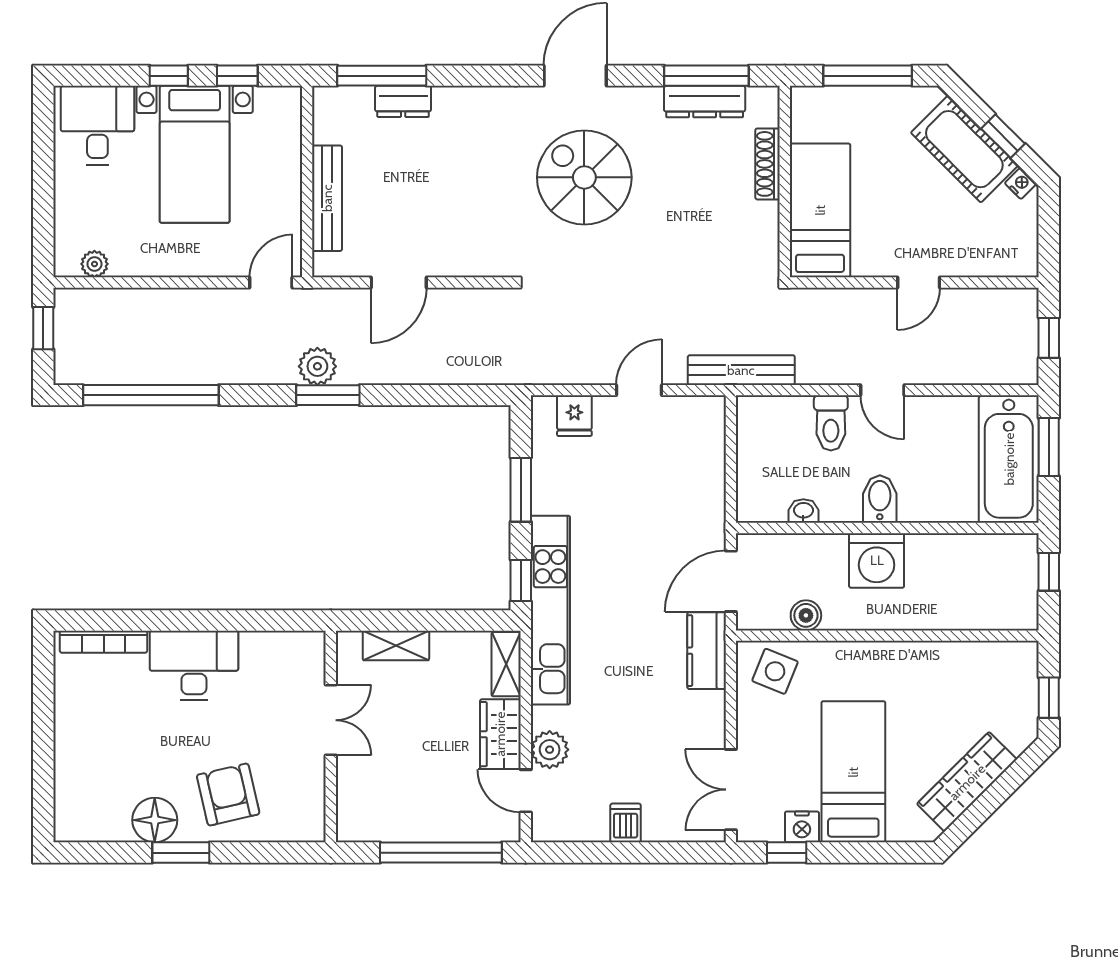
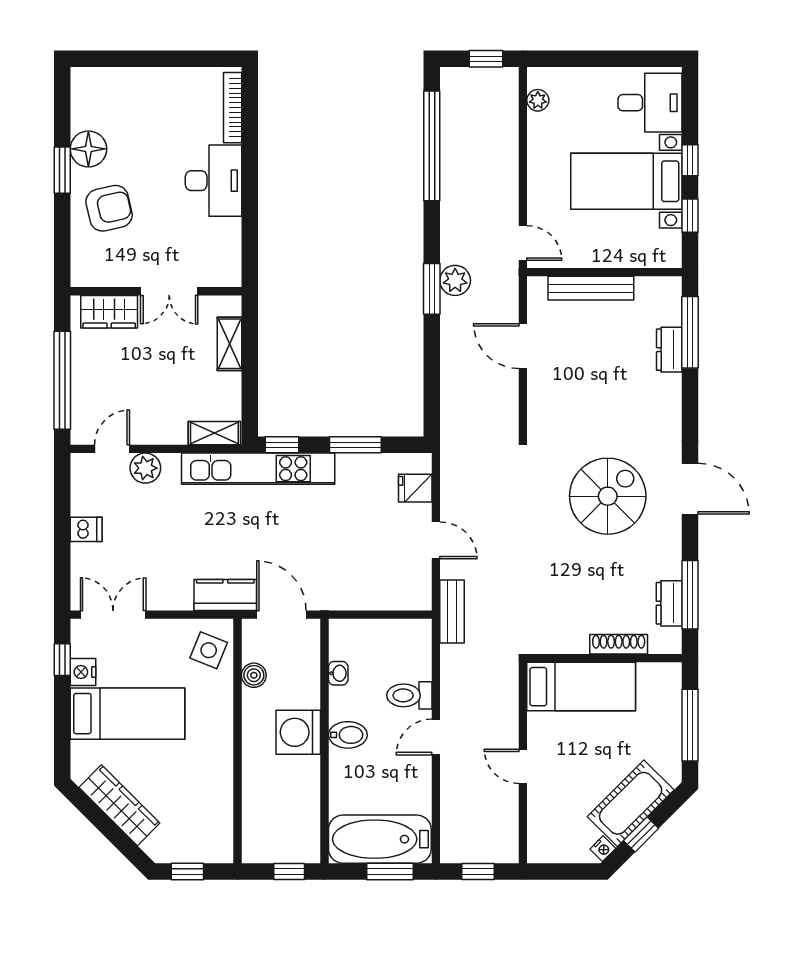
dresser: (705, 102) -> (669, 603), width x0.70
bench: (741, 370) -> (452, 611), width x0.73
wardrobe: (500, 734) -> (109, 312), moved, turned 180

